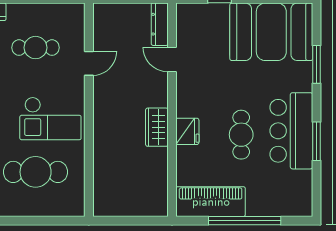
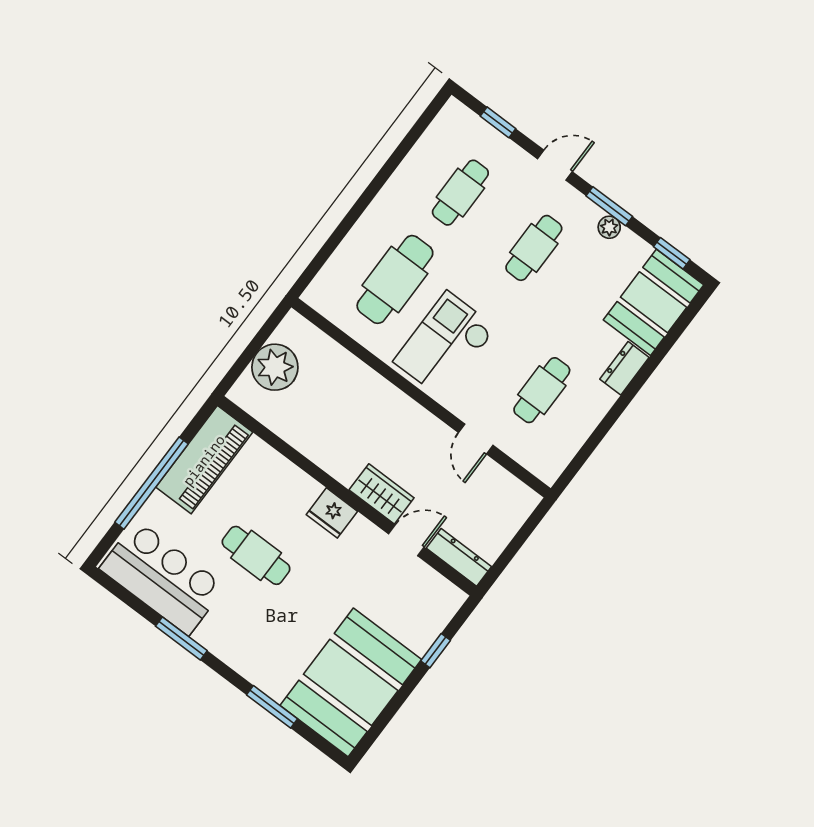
wardrobe: (157, 127) -> (382, 494), moved
fridge: (187, 131) -> (332, 513), moved
bar counter: (291, 131) -> (162, 578), moved
plant: (132, 201) -> (275, 367), added

